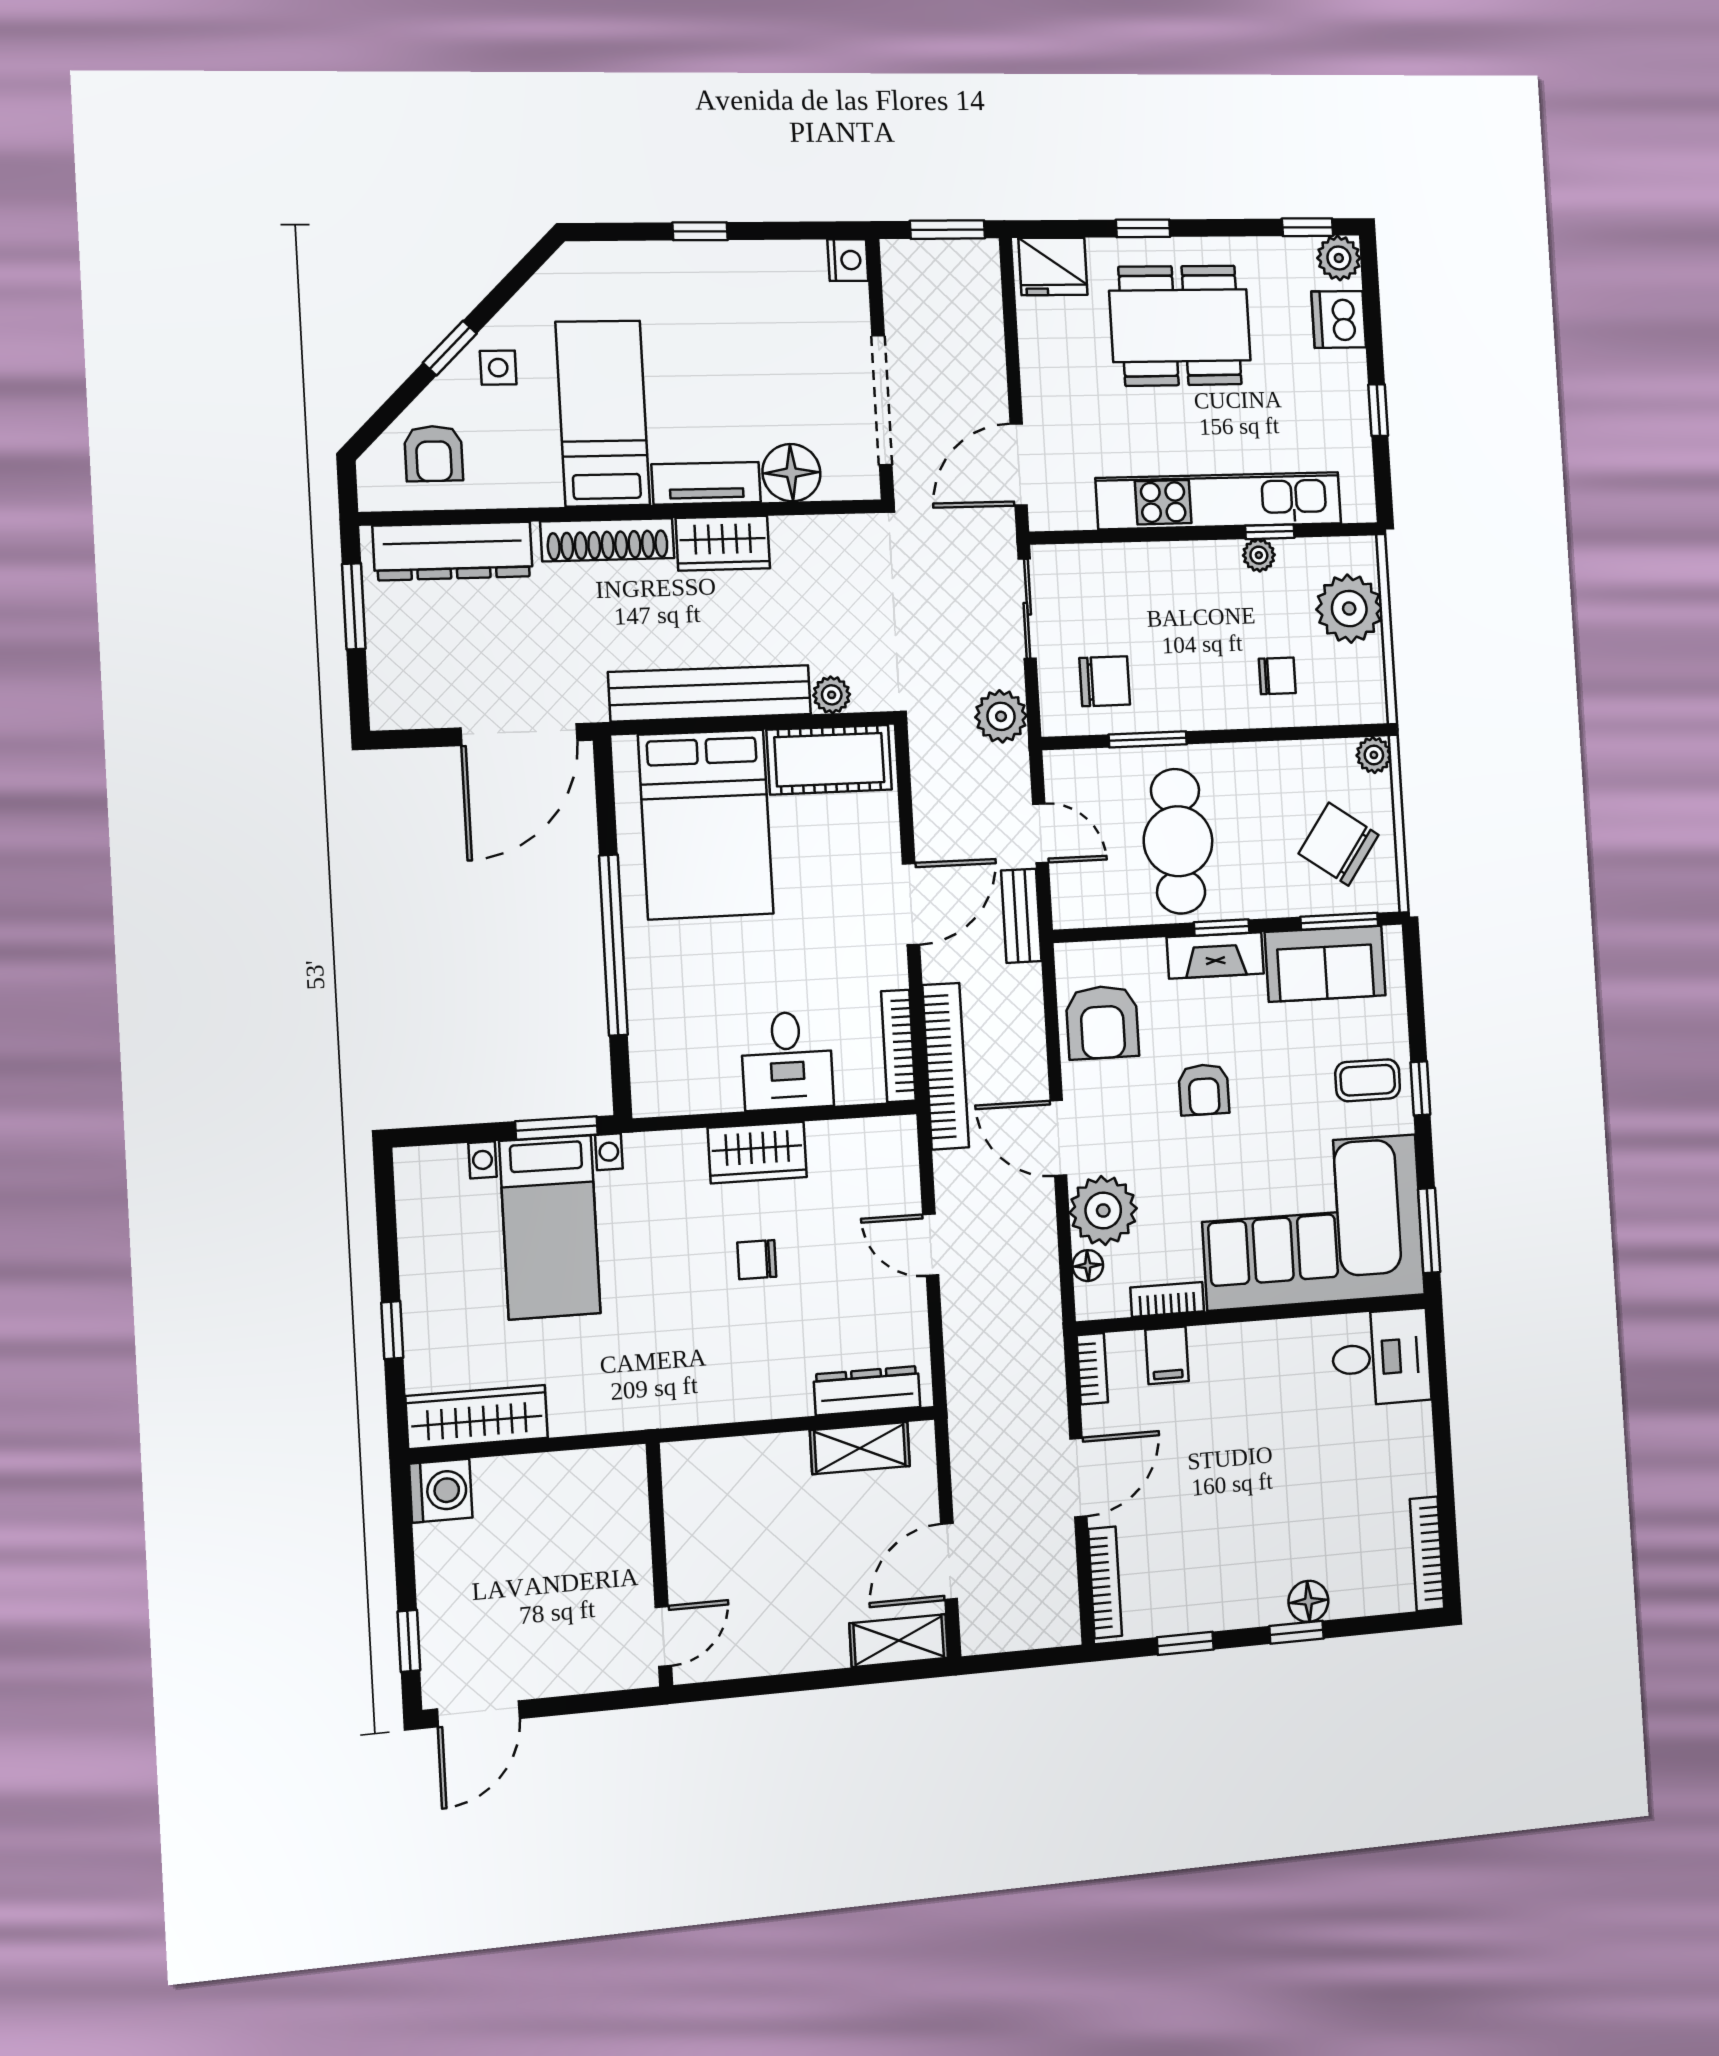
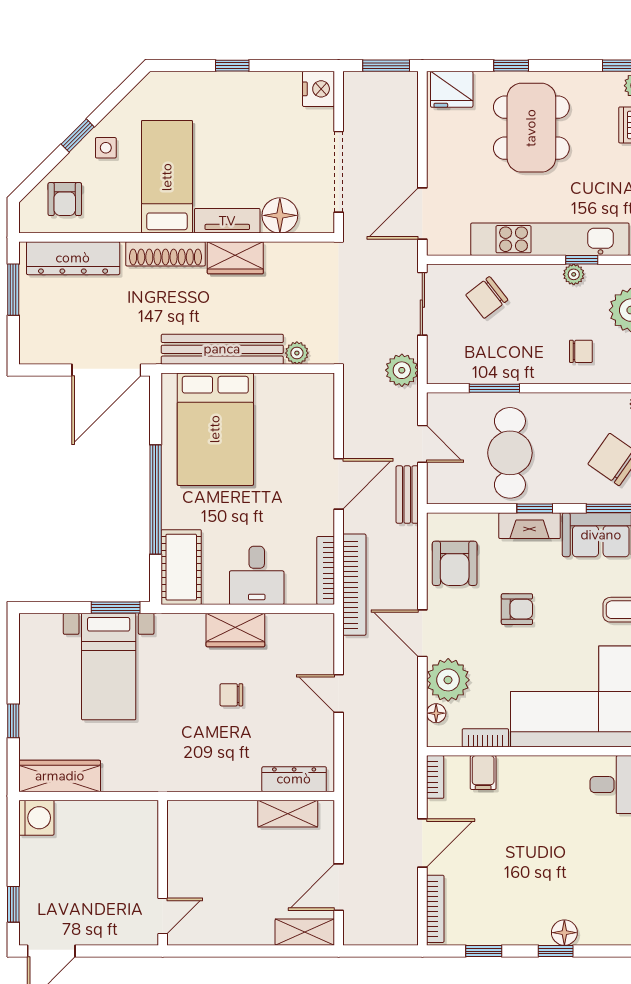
nightstand: (848, 260) -> (319, 89), width x1.36, depth x1.33
dining table: (1180, 326) -> (531, 128), turned 90
chair: (1105, 681) -> (487, 297), moved, turned 142
cot: (829, 760) -> (181, 567), moved, turned 90
armchair: (1204, 1090) -> (517, 609), turned -90

